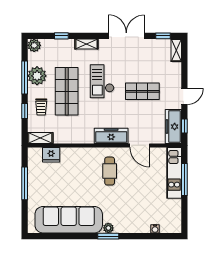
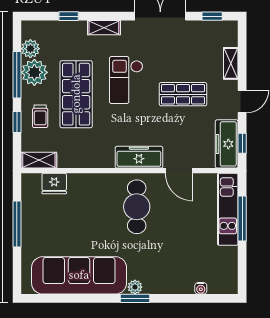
plant: (34, 45) -> (30, 49), moved
shelving: (176, 50) -> (231, 63), moved
cafe table: (110, 171) -> (137, 207), width x1.37, depth x1.35

